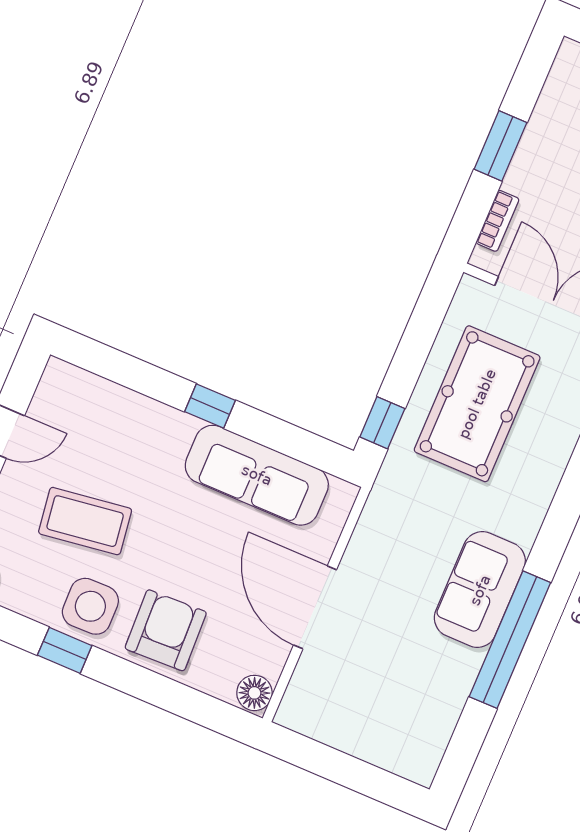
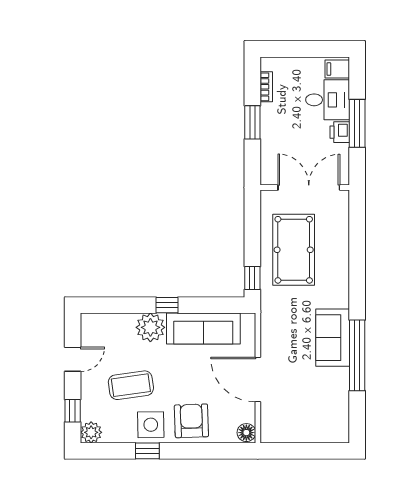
bookcase: (498, 221) -> (266, 87), moved
plant: (164, 433) -> (150, 327), added

